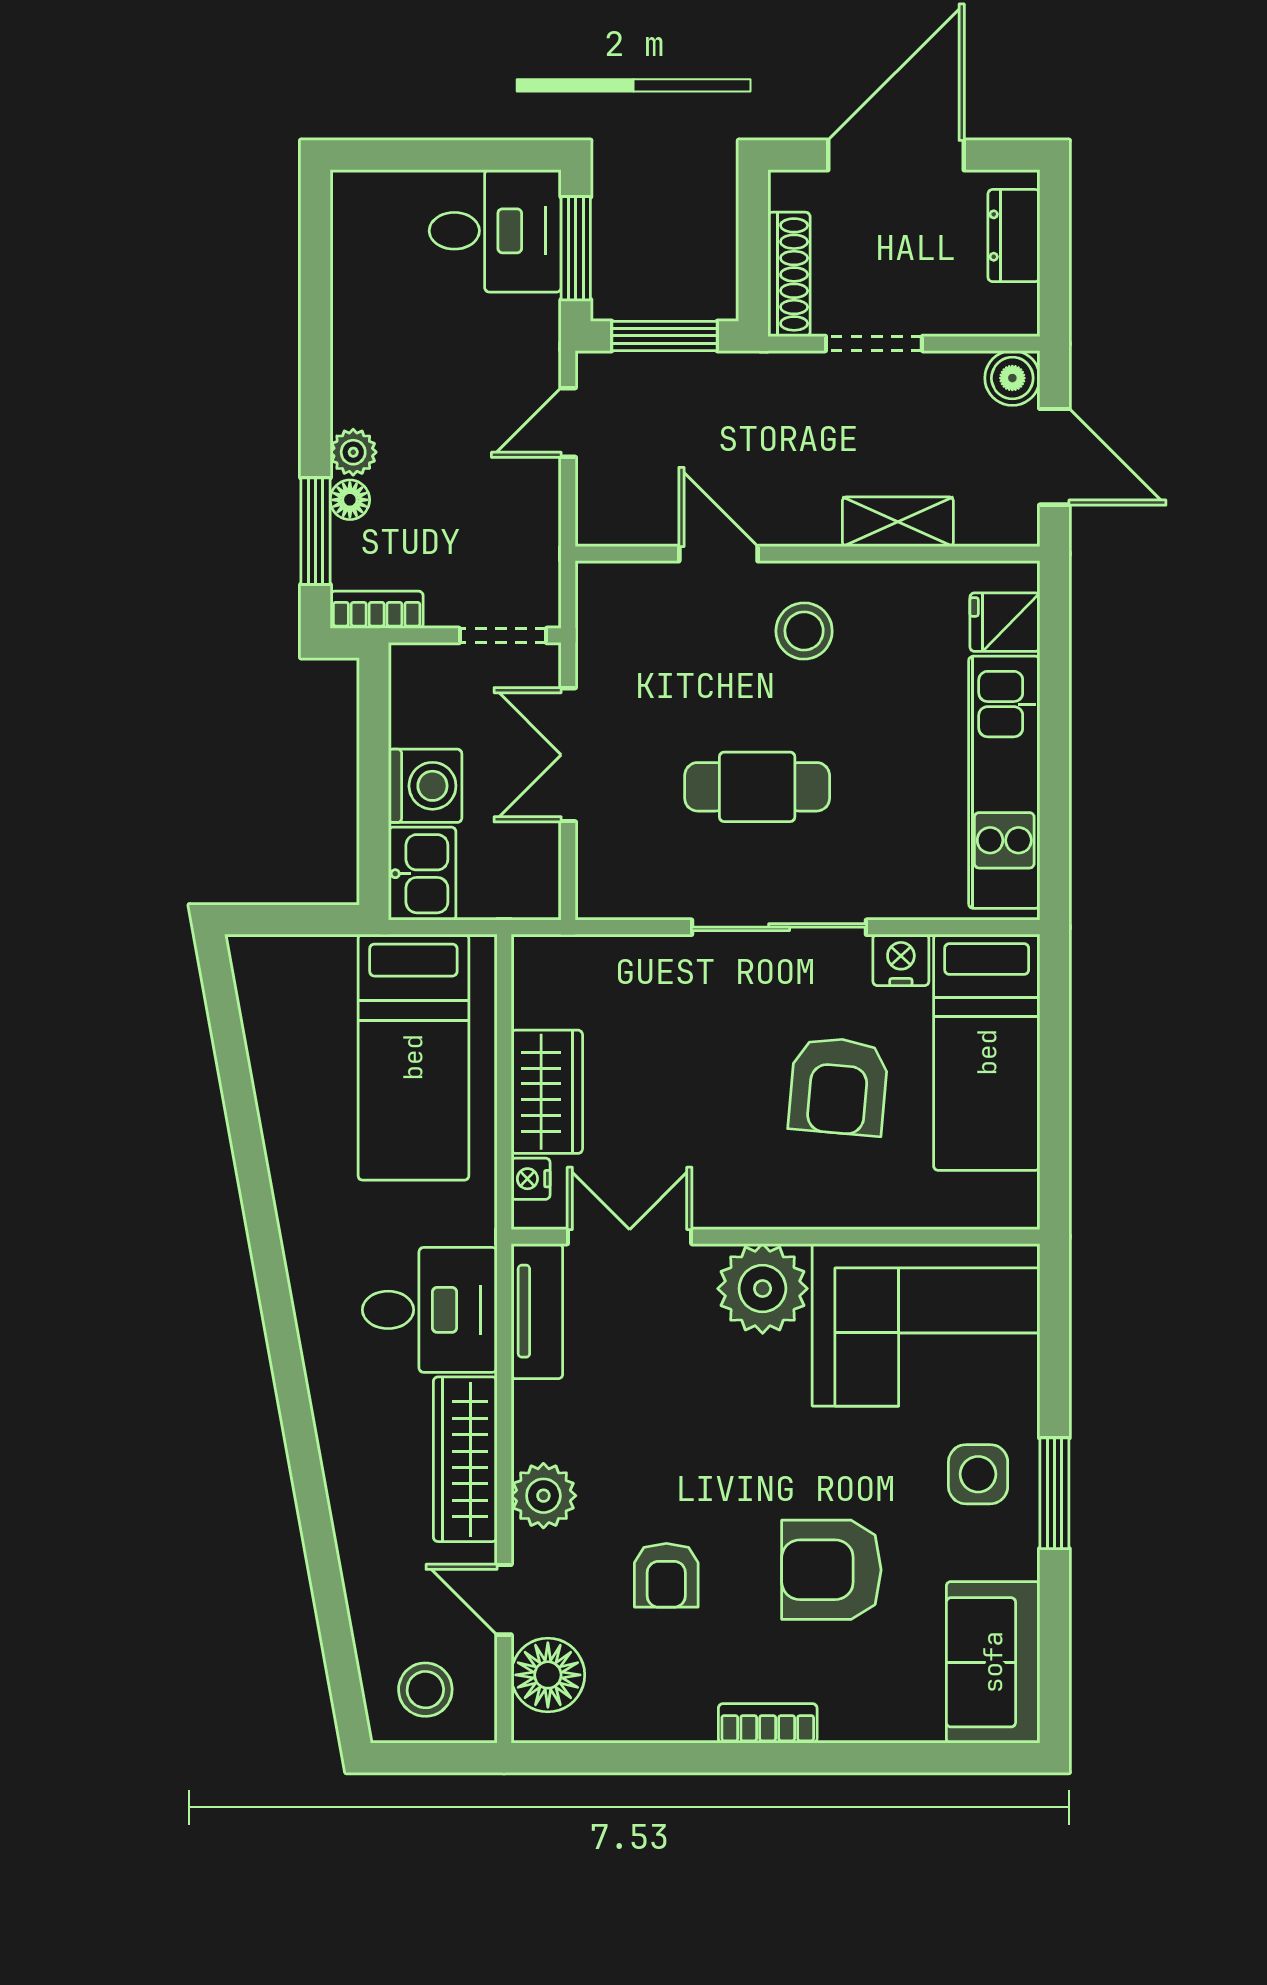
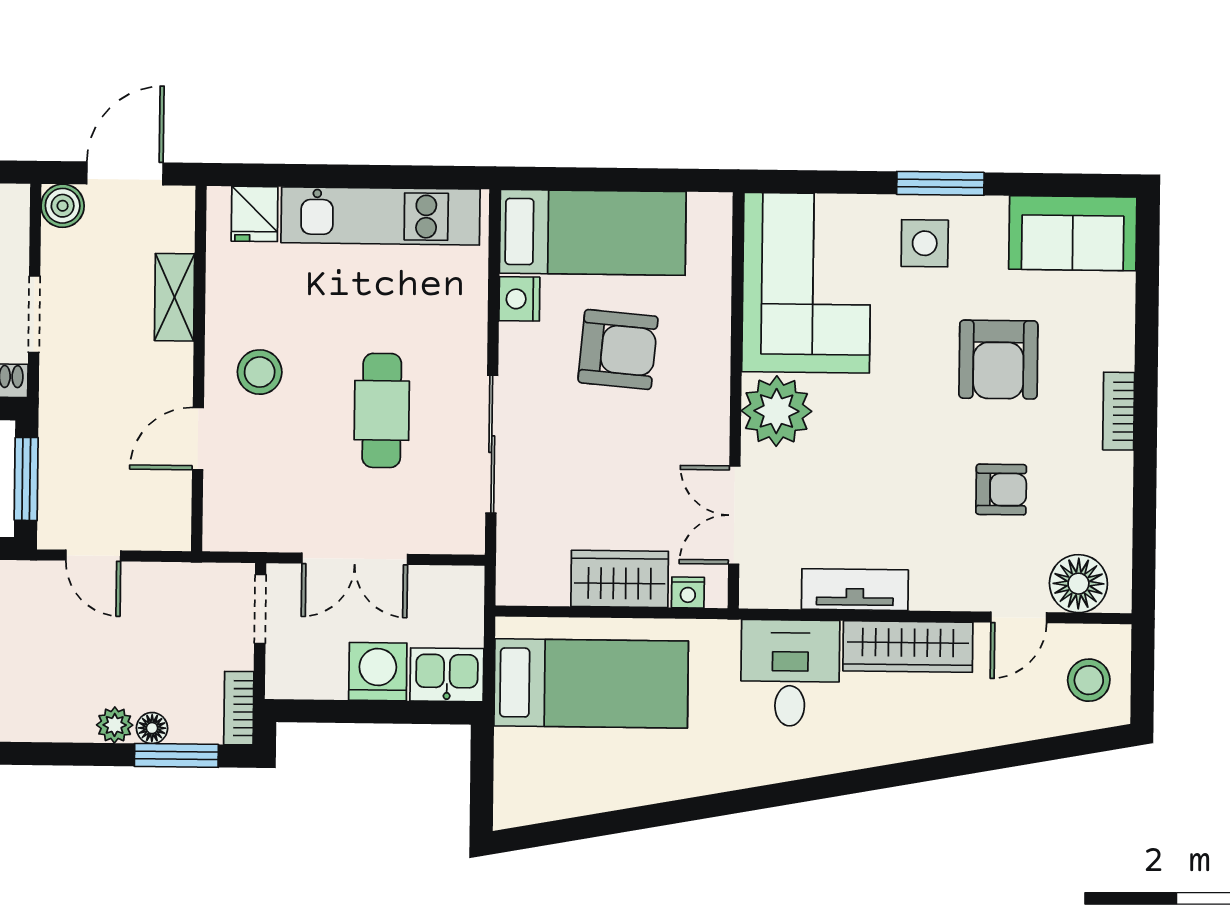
sliding door: (779, 927) -> (492, 444), moved
tv unit: (537, 1311) -> (855, 590), moved
plant: (543, 1496) -> (937, 585), removed

